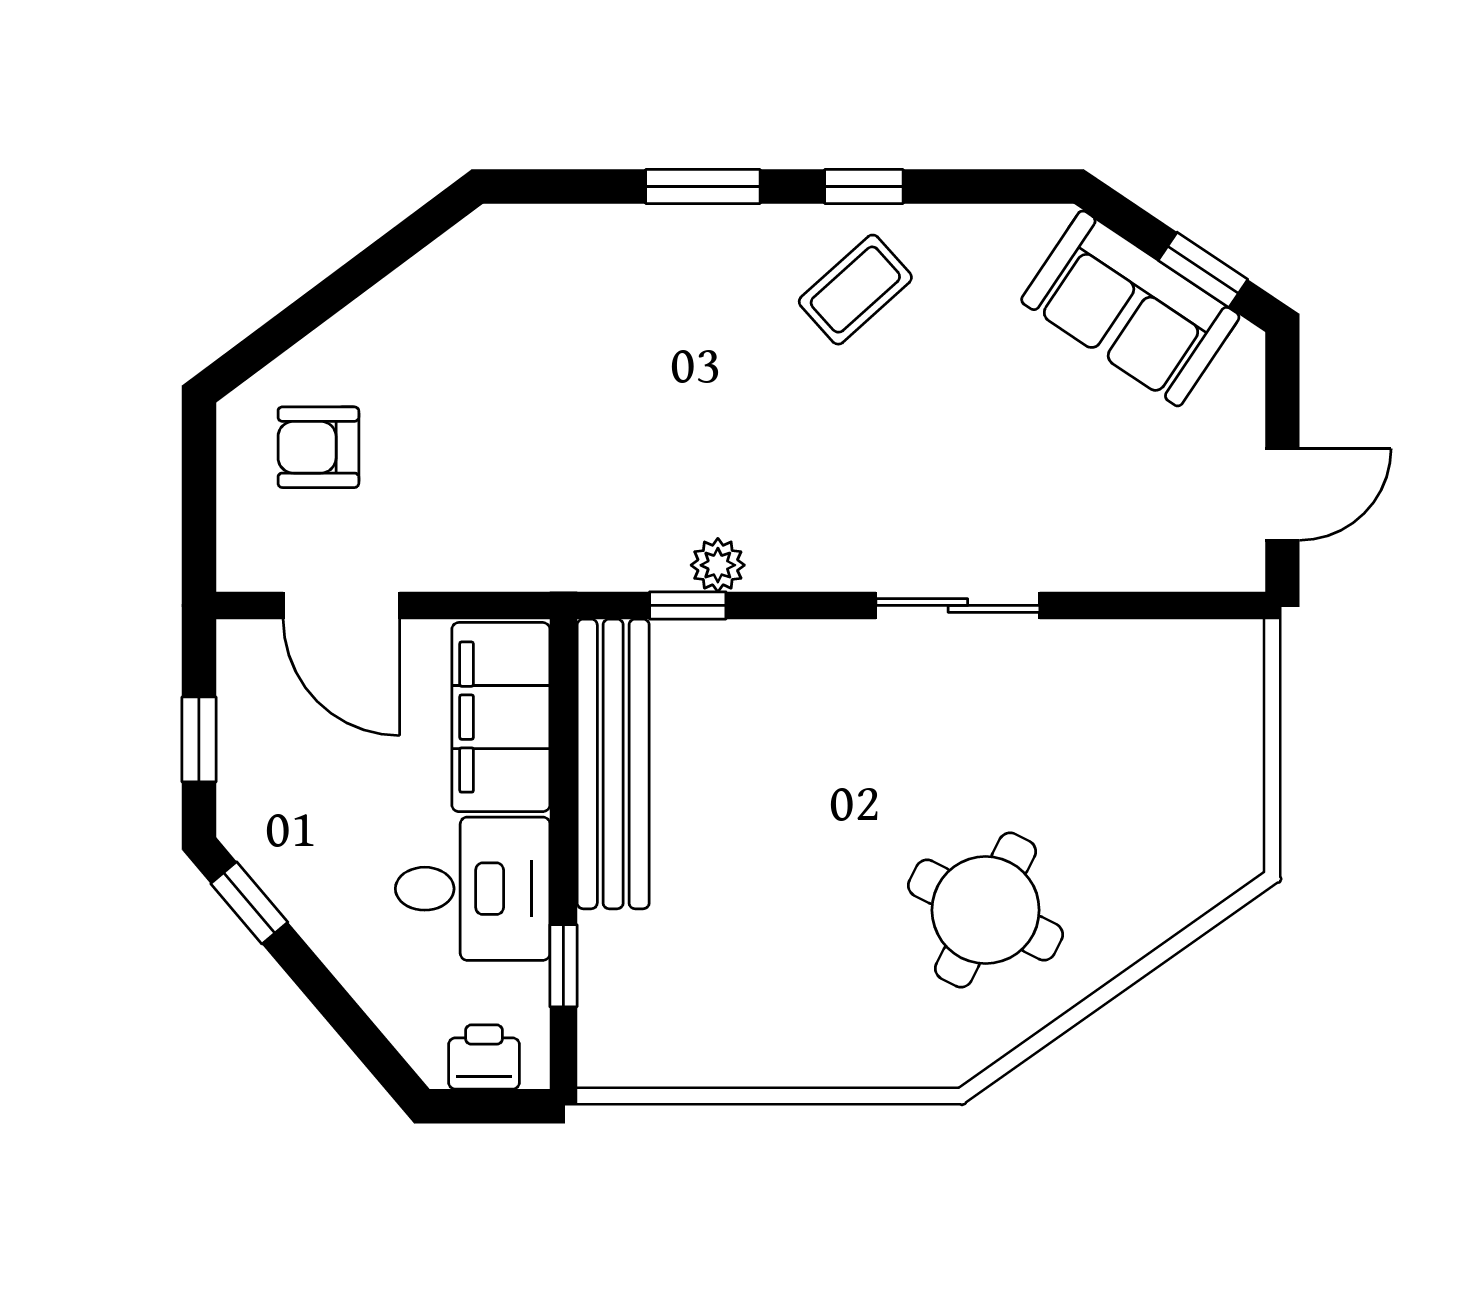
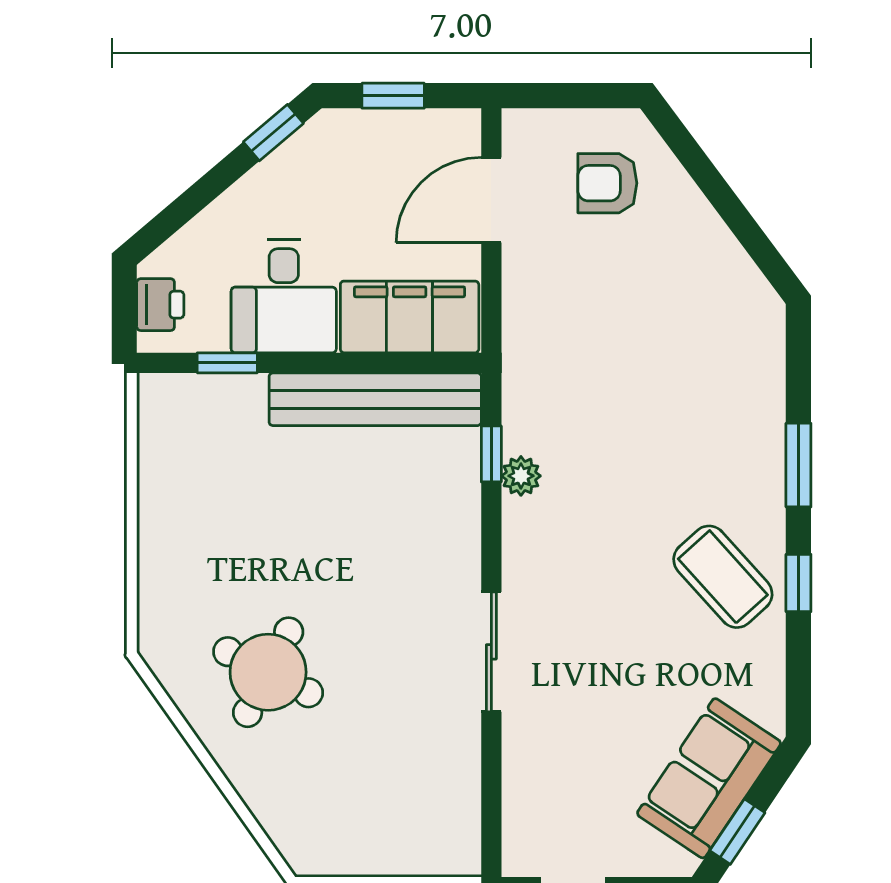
coffee table: (855, 290) -> (723, 577), width x1.36, depth x1.30
armchair: (318, 447) -> (607, 183), turned -90

